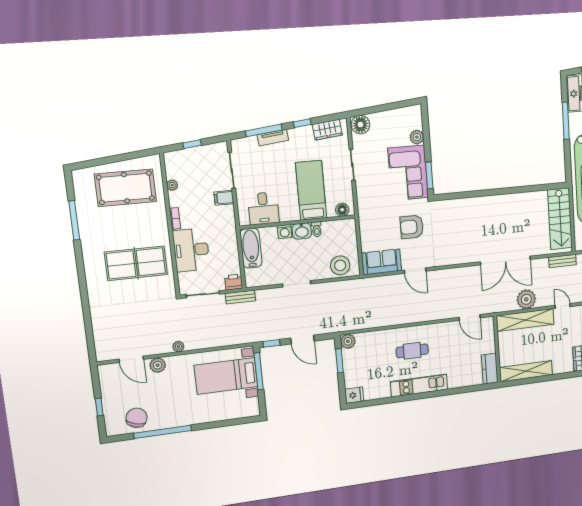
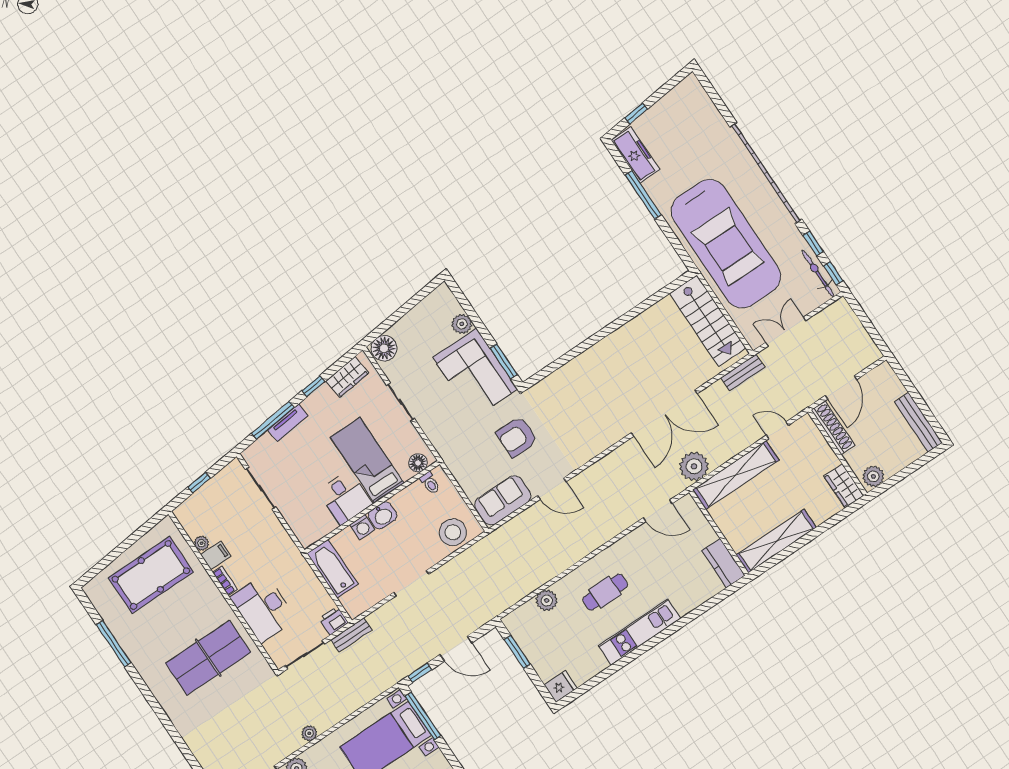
filing cabinet: (224, 198) -> (216, 555), moved, turned 180
desk: (263, 208) -> (345, 497), moved
toilet: (317, 229) -> (430, 483), moved
plant: (526, 299) -> (694, 466), moved
plant: (348, 341) -> (547, 600), moved

